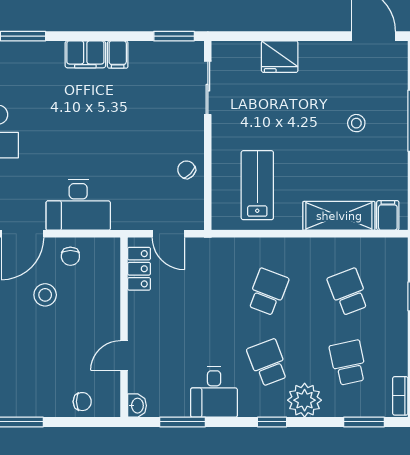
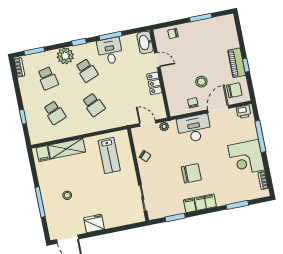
window: (174, 36) -> (175, 217), moved
fridge: (280, 57) -> (94, 223), moved
chair: (102, 117) -> (191, 173), added
plant: (137, 221) -> (164, 126), added
locker: (139, 269) -> (154, 83), moved
school desk: (268, 292) -> (94, 105), turned -45
door: (124, 356) -> (157, 60), hinge flipped
washbasin: (137, 406) -> (145, 42), width x1.91, depth x1.45
window: (183, 422) -> (111, 36), moved

